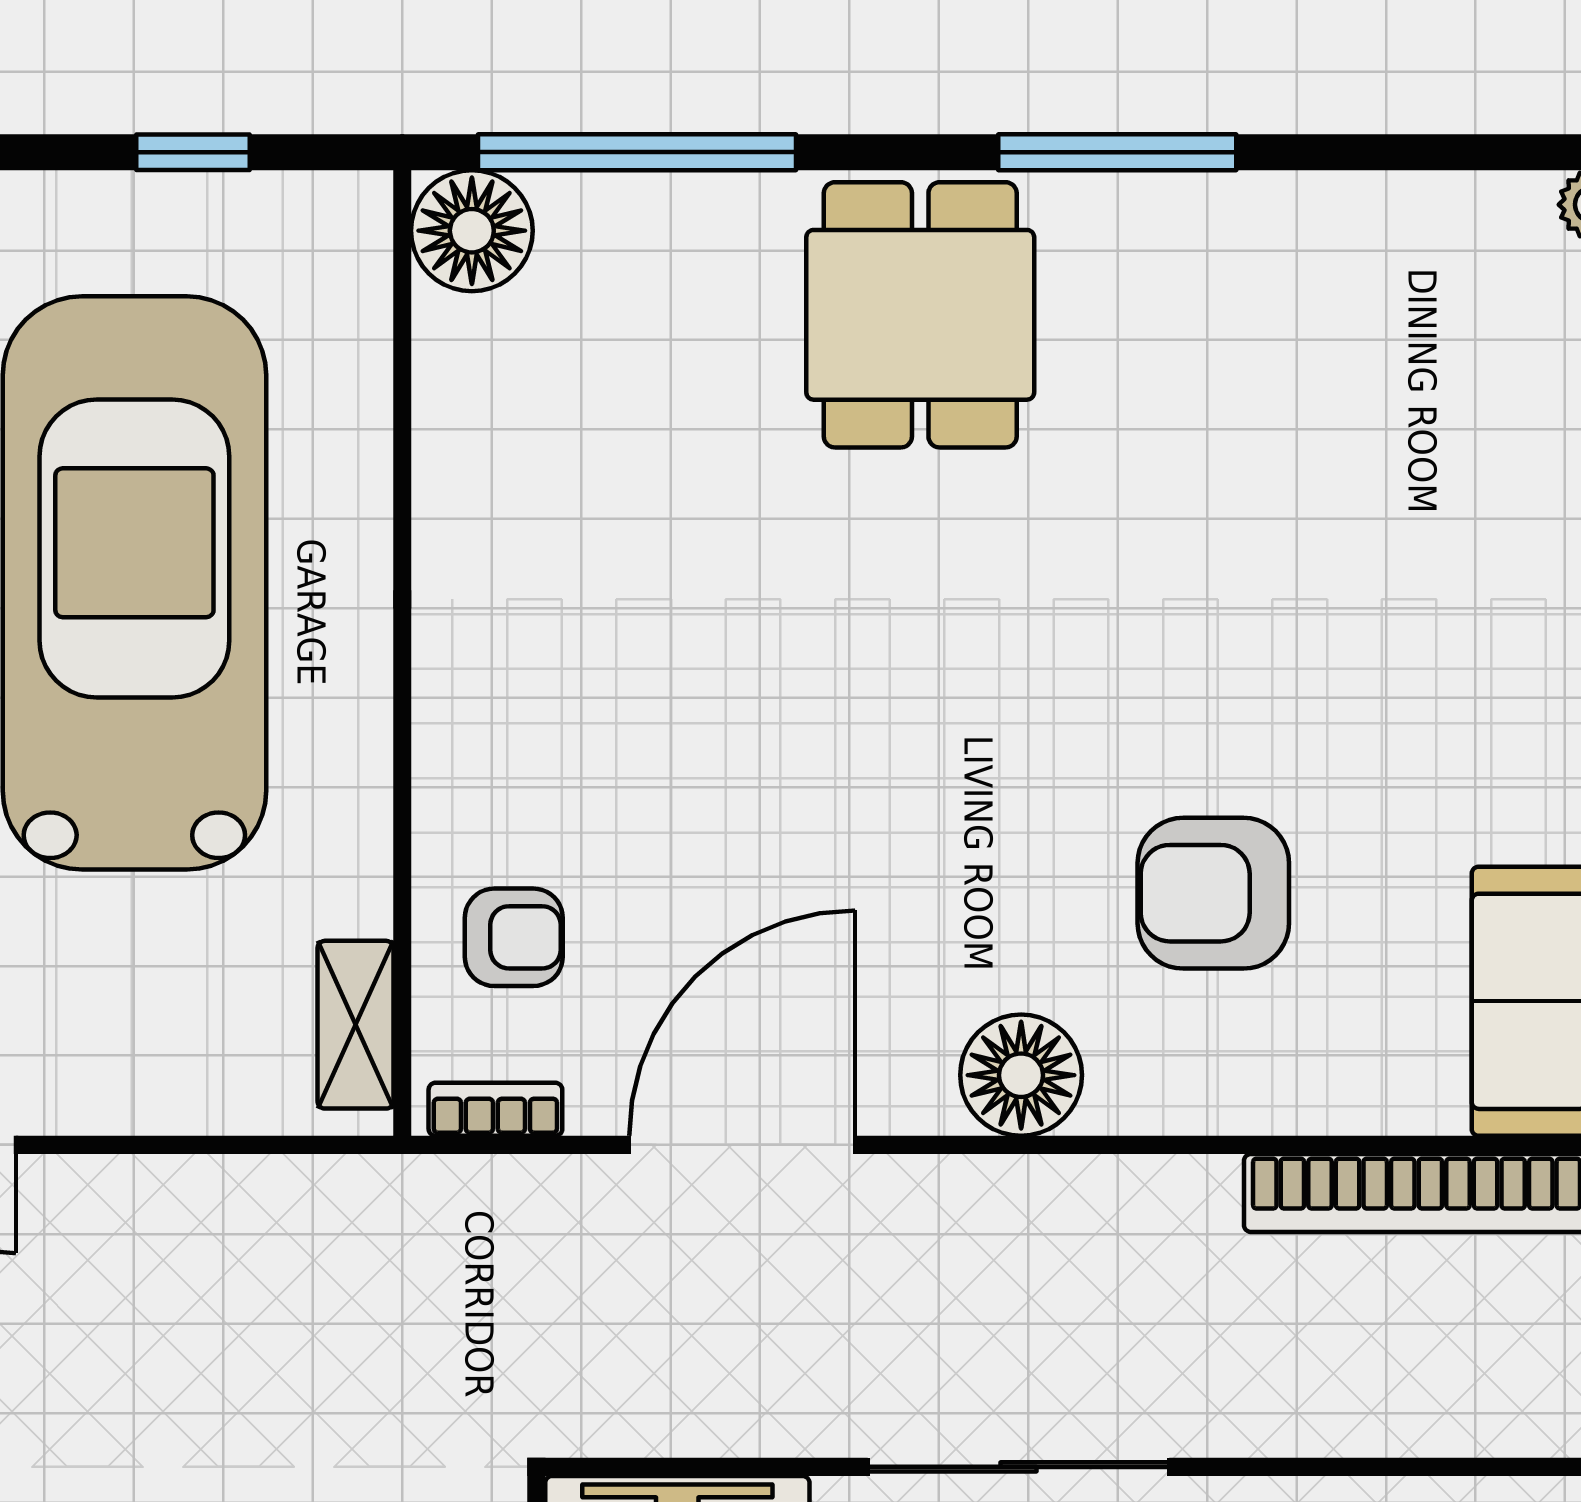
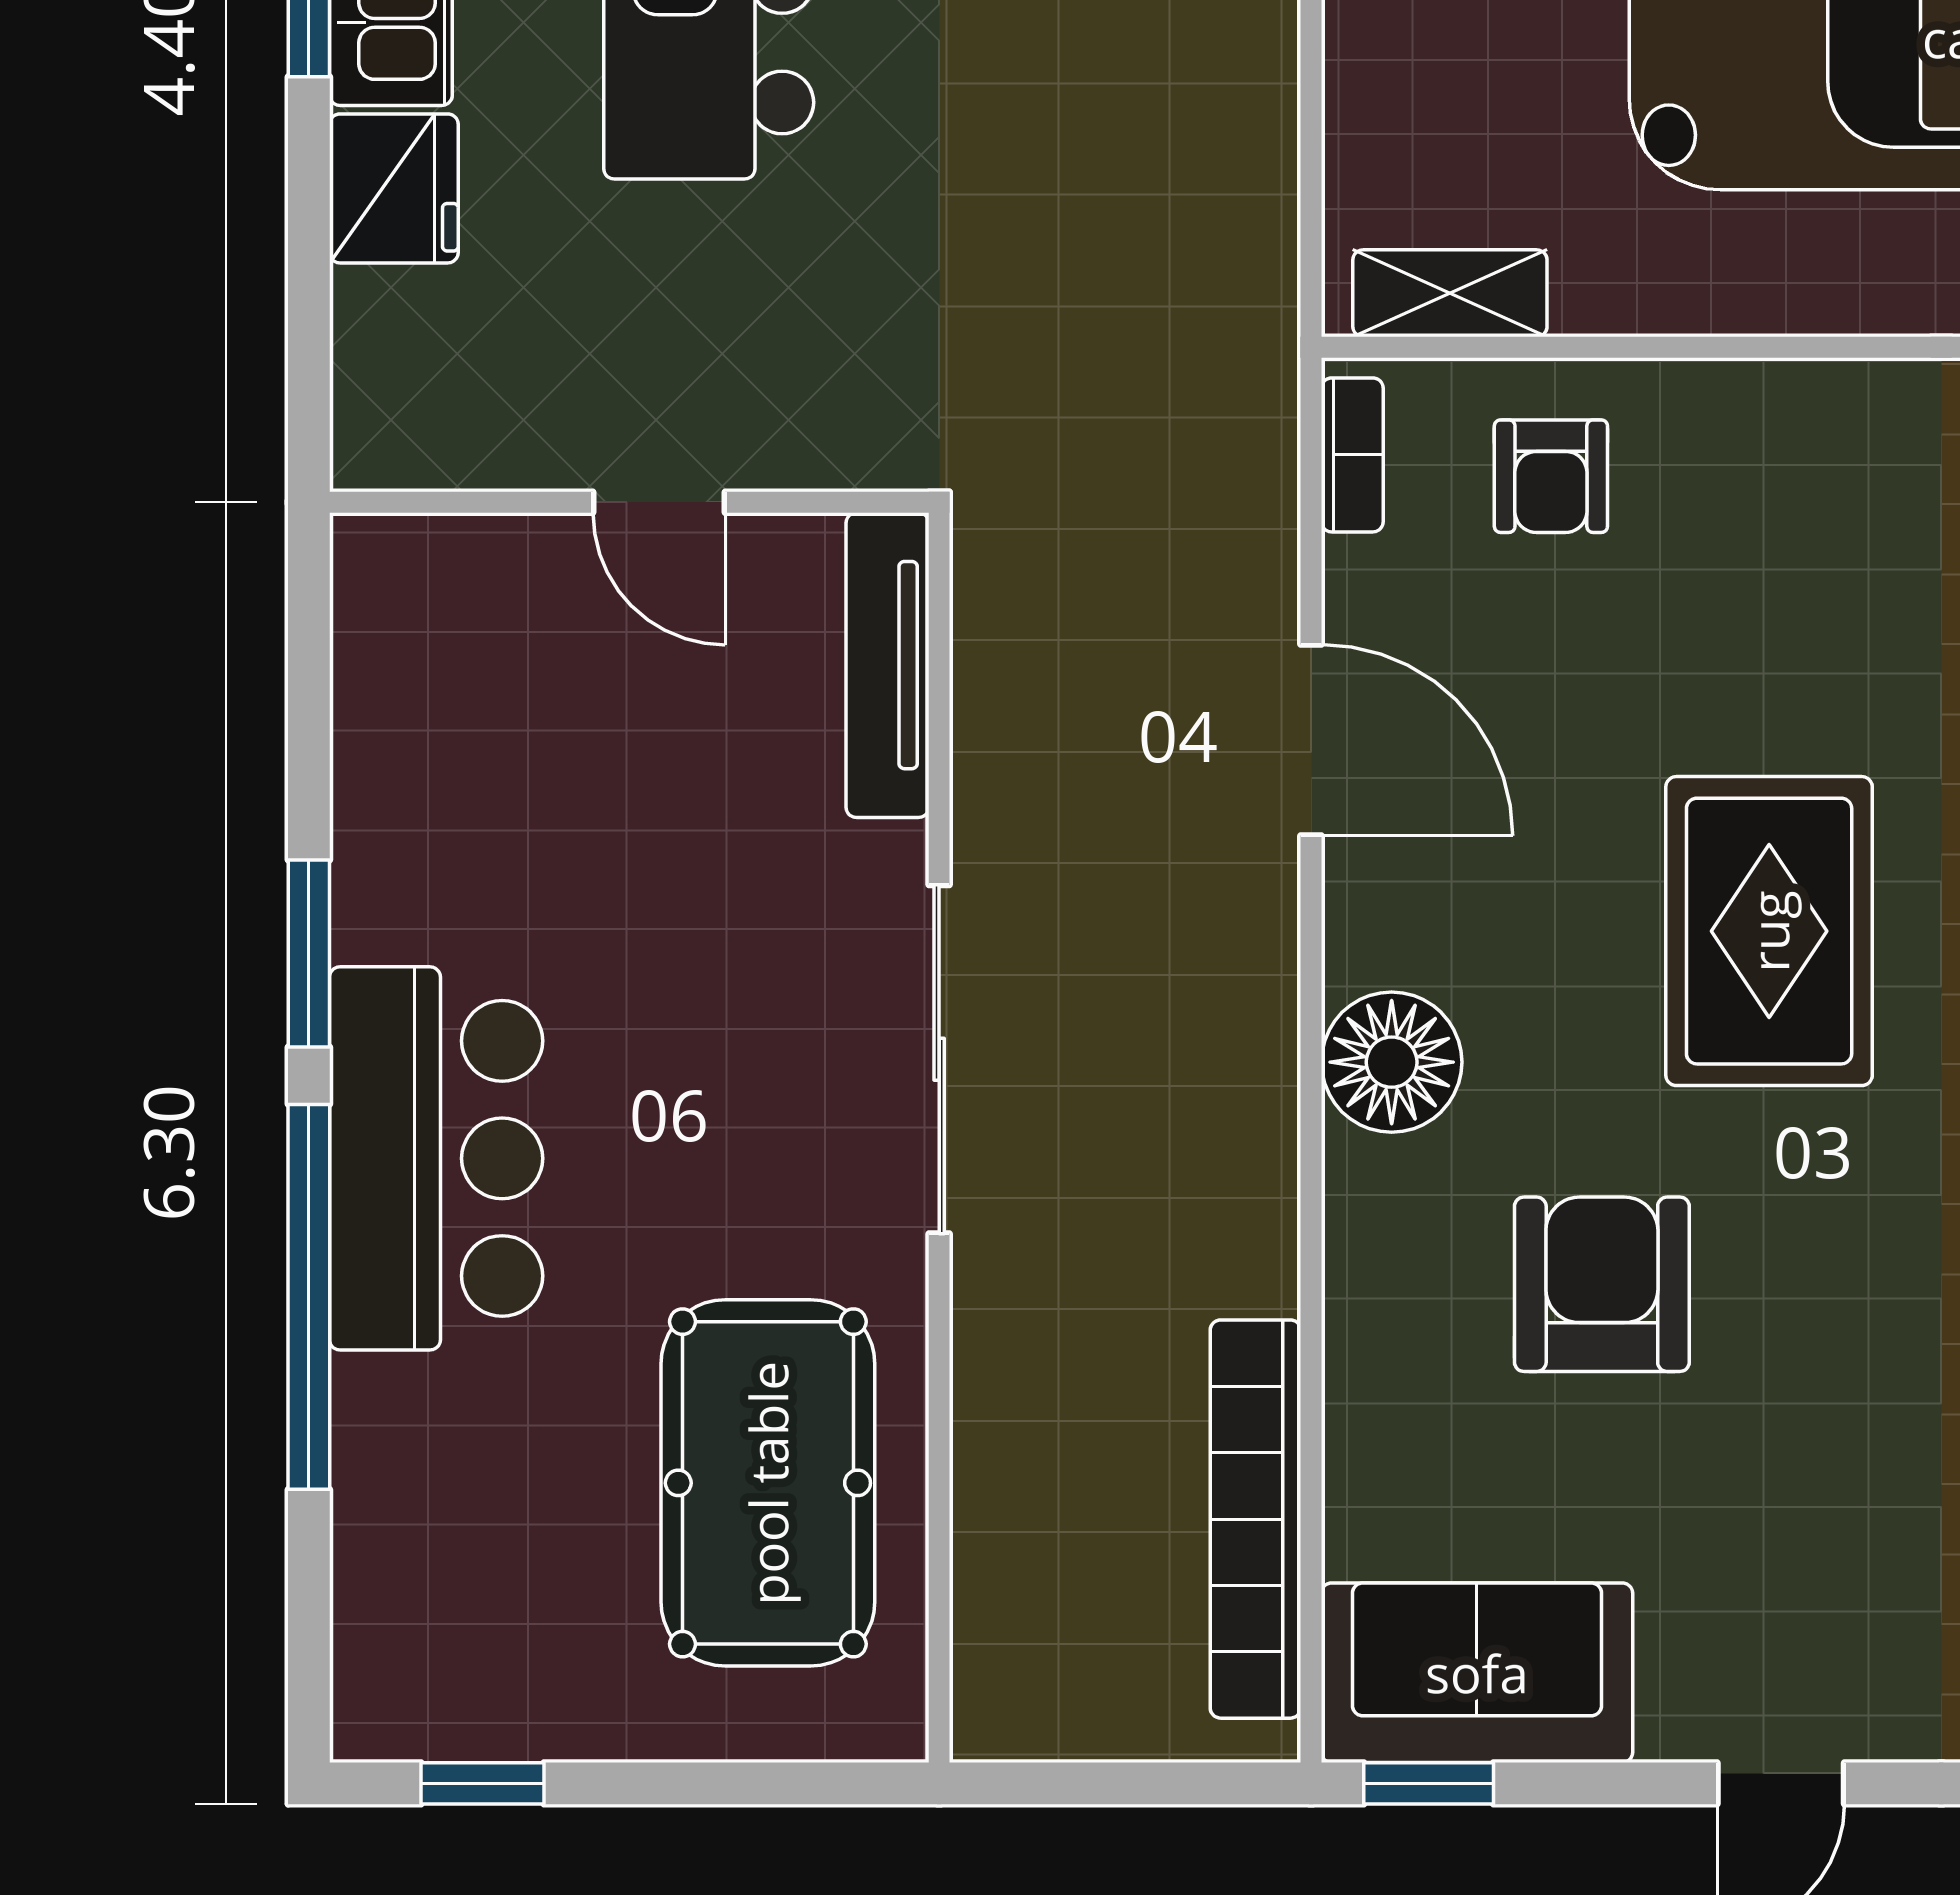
rug: (908, 748) -> (1769, 931), added
door: (742, 1145) -> (1311, 740), width x0.73

